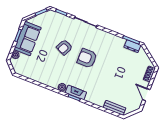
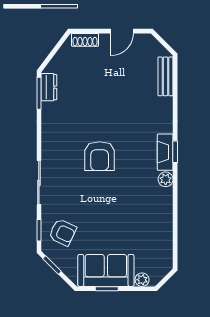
armchair: (64, 47) -> (63, 232), moved

